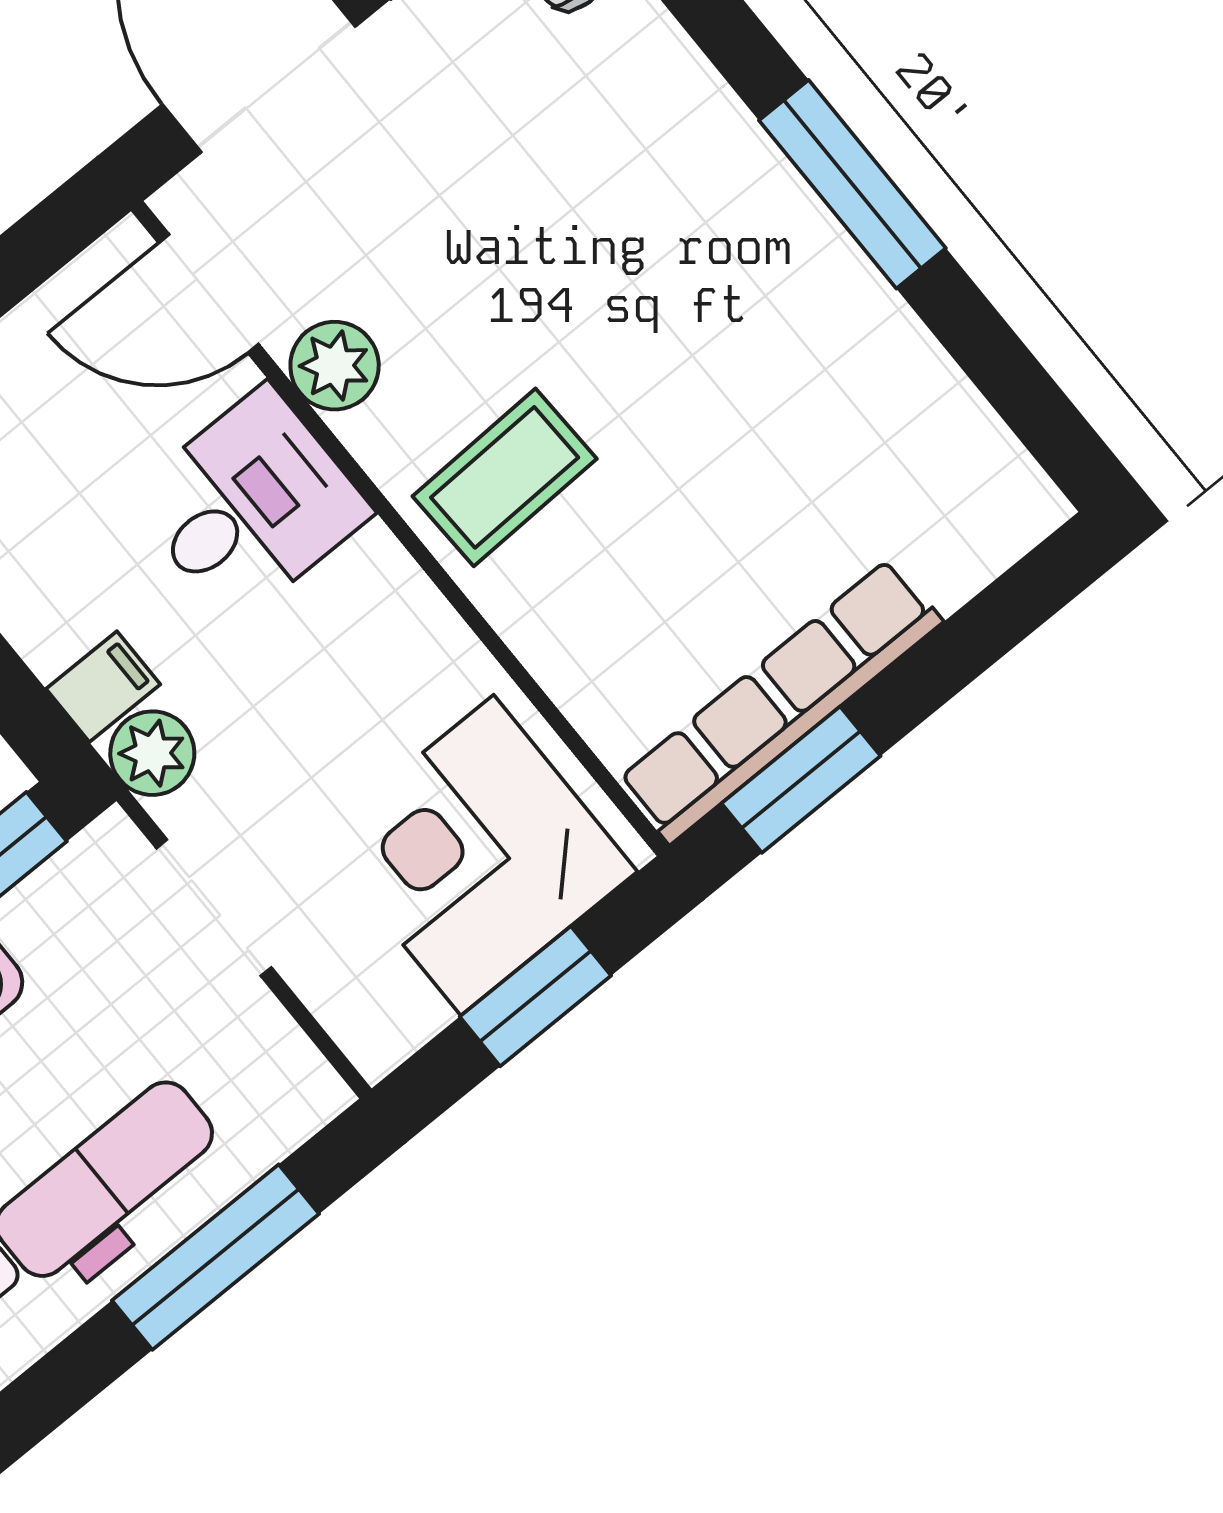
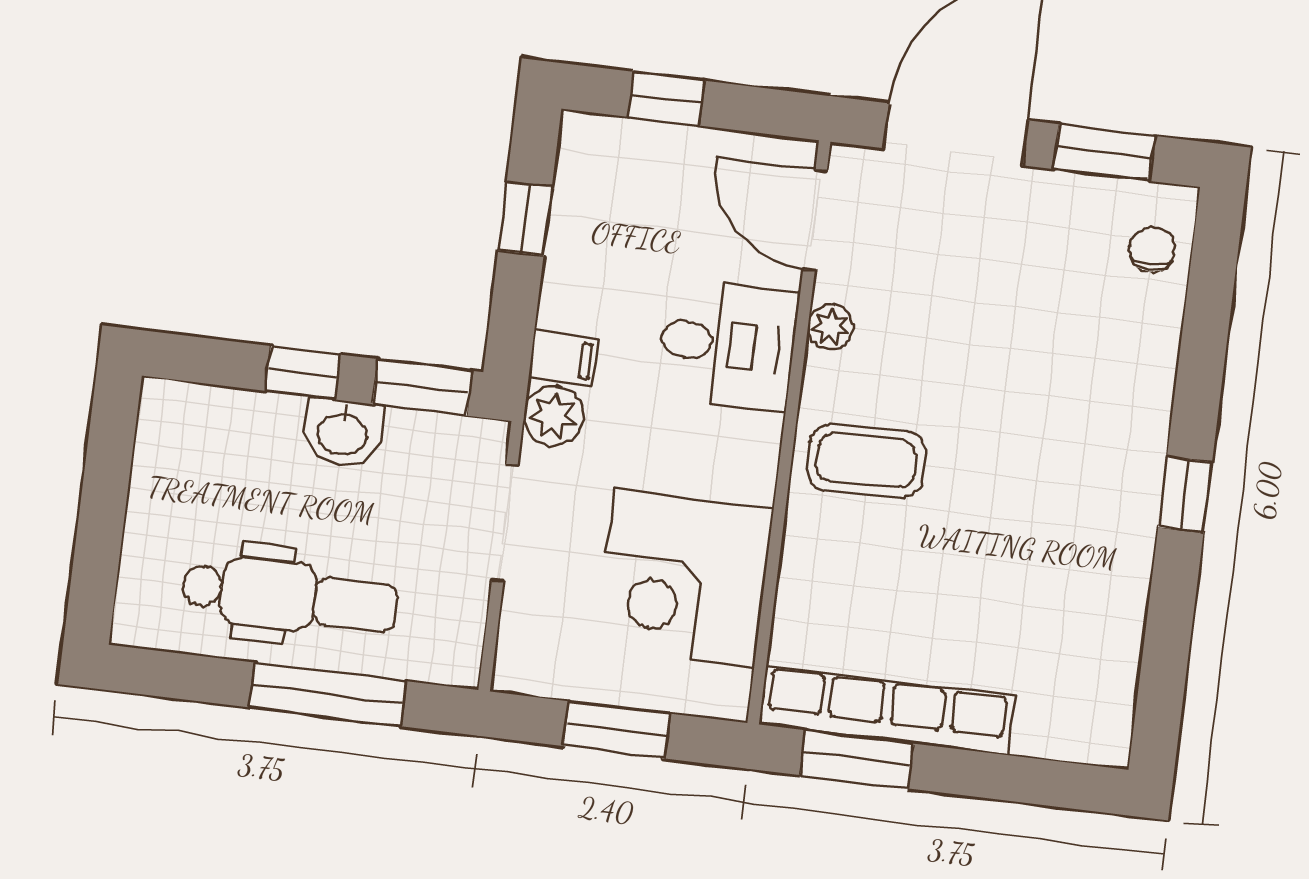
window: (852, 184) -> (1185, 495), width x0.46
plant: (335, 366) -> (830, 327), width x0.73, depth x0.73
corner desk: (477, 855) -> (684, 578), moved, turned -90

